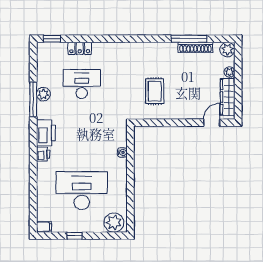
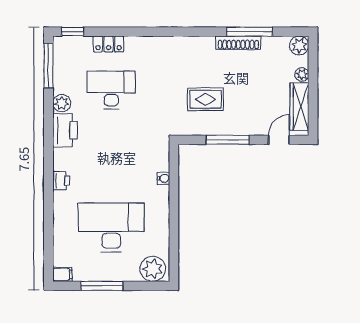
shoe rack: (195, 47) -> (238, 43), moved
rug: (155, 91) -> (205, 99), turned 90
window: (33, 99) -> (49, 66), moved
window: (172, 123) -> (228, 140), added
printer: (46, 133) -> (65, 130), moved
window: (75, 236) -> (102, 286), width x2.17

